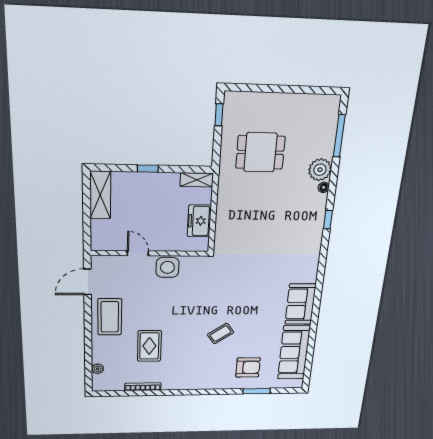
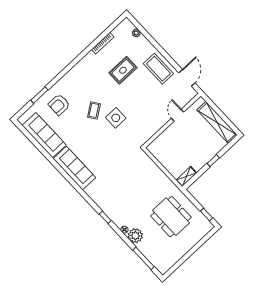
dining table: (260, 152) -> (171, 217), width x1.38
shelving: (100, 195) -> (217, 122), width x1.47
freezer: (199, 221) -> (165, 158), removed
door: (138, 253) -> (178, 115), swing flipped
side table: (167, 267) -> (116, 118), moved
sofa: (300, 304) -> (74, 168), width x1.36
rug: (149, 346) -> (123, 70), turned 90

